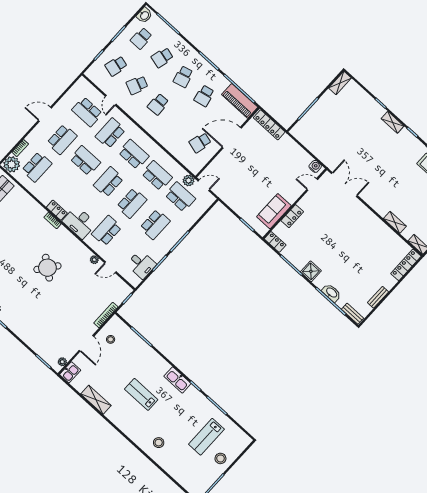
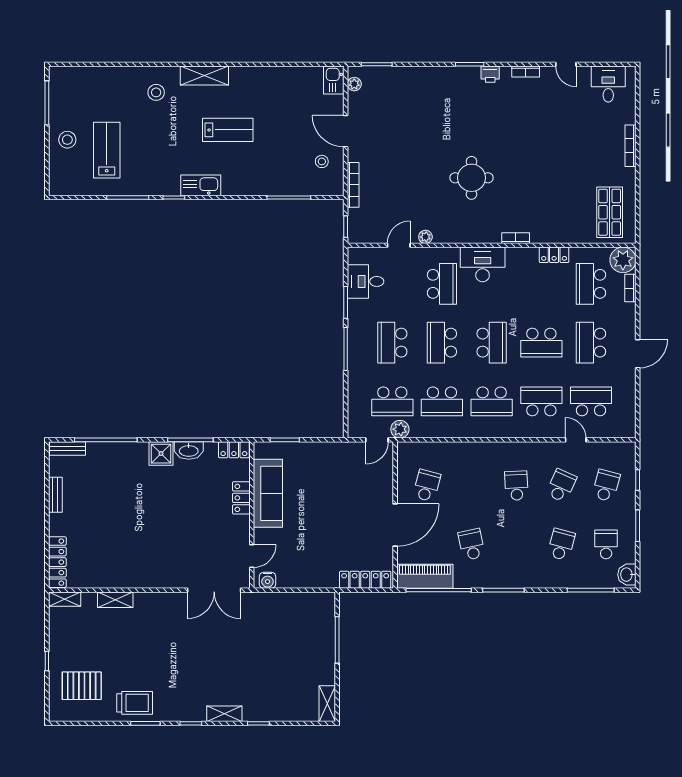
school desk: (183, 77) -> (516, 544), removed
school desk: (110, 133) -> (541, 401), turned -90
locker: (57, 210) -> (554, 255), moved
sofa: (274, 211) -> (268, 493), width x1.36
round table: (47, 268) -> (472, 178), turned -38
washbasin: (331, 293) -> (189, 450), moved
shelving: (96, 400) -> (204, 76), moved

